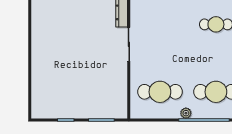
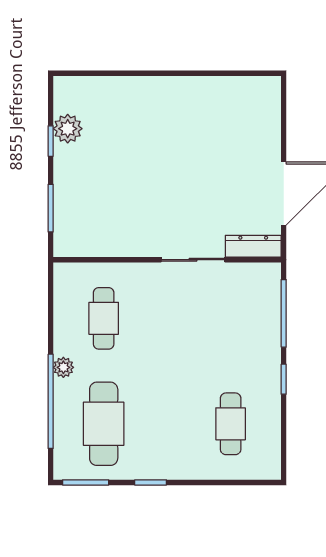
cafe table: (160, 92) -> (104, 318), width x0.73, depth x0.74
plant: (59, 111) -> (68, 129), added

